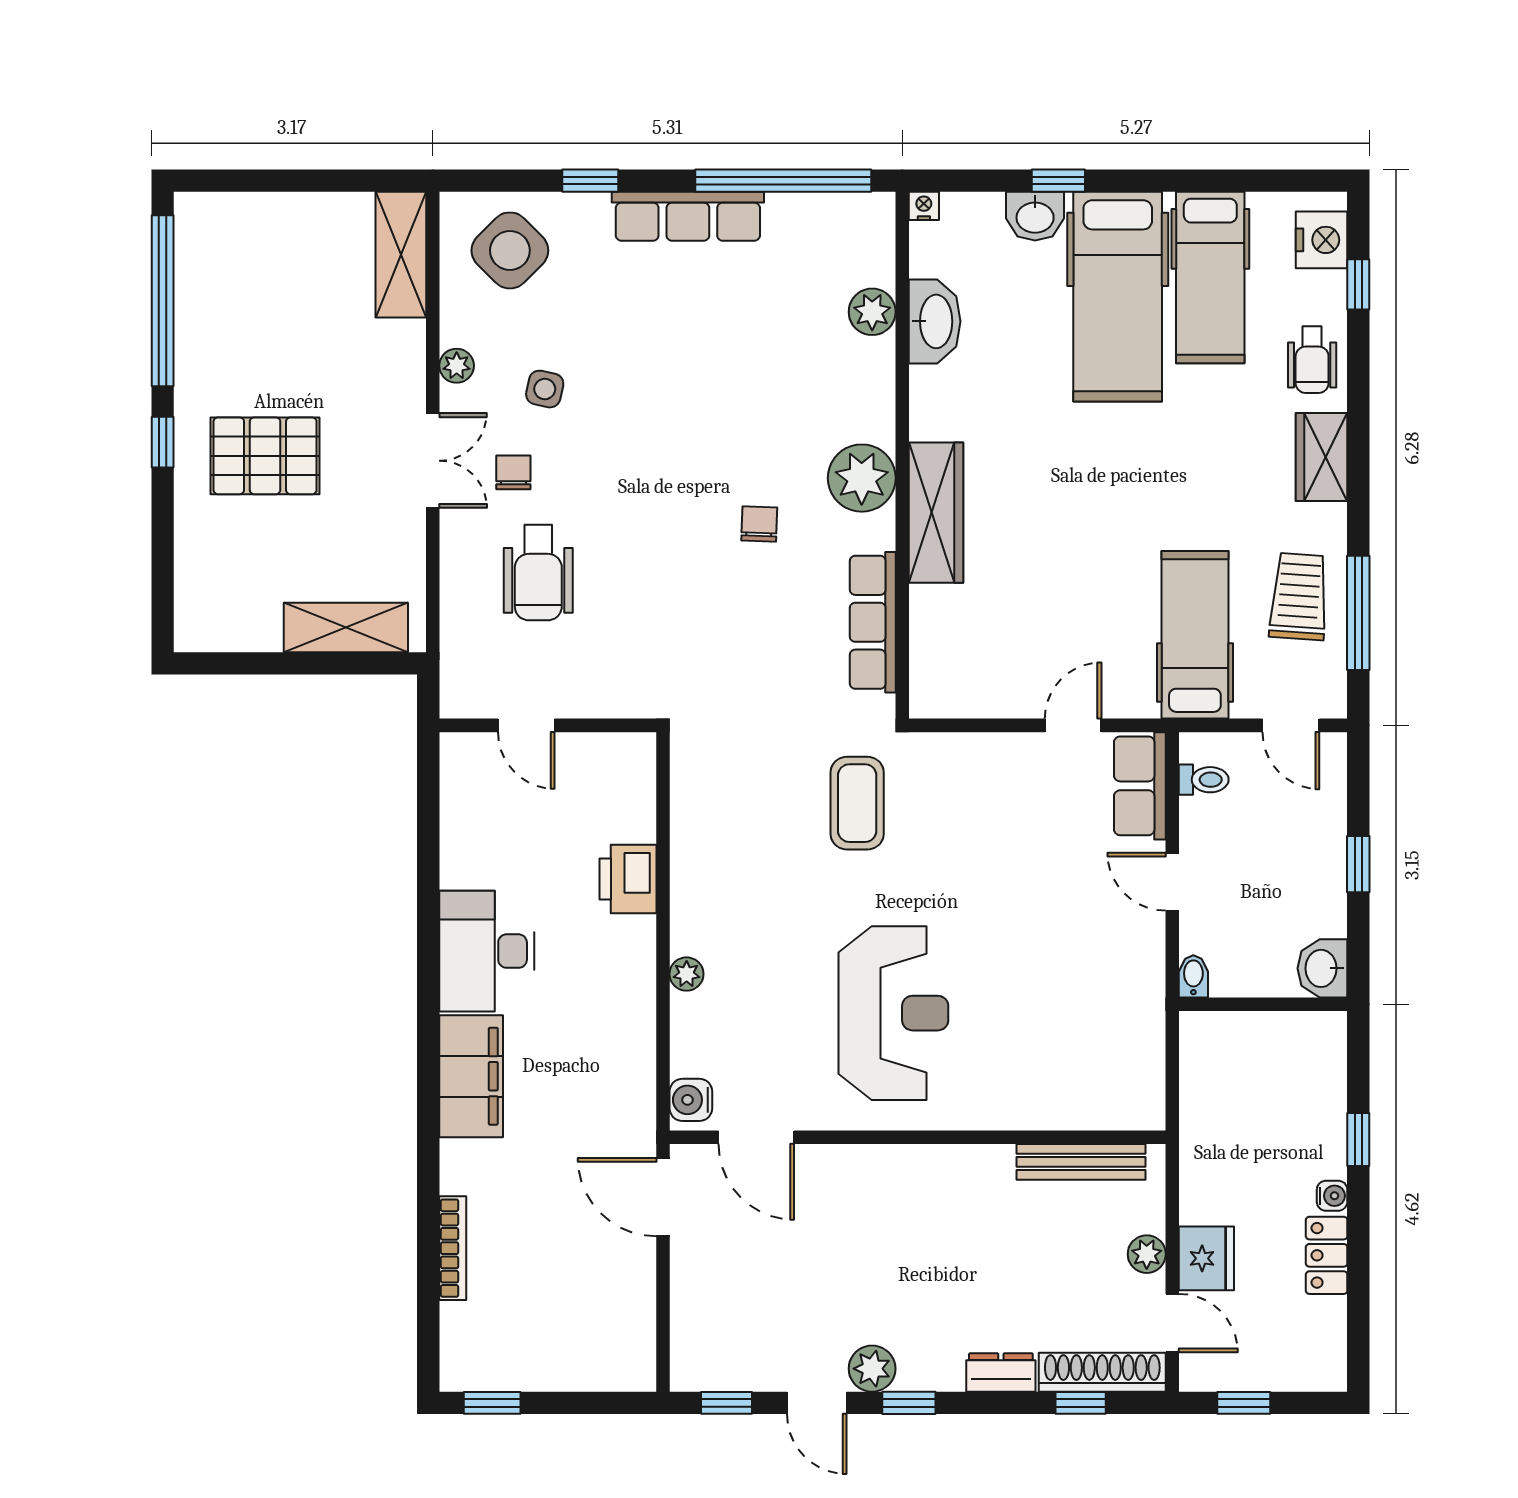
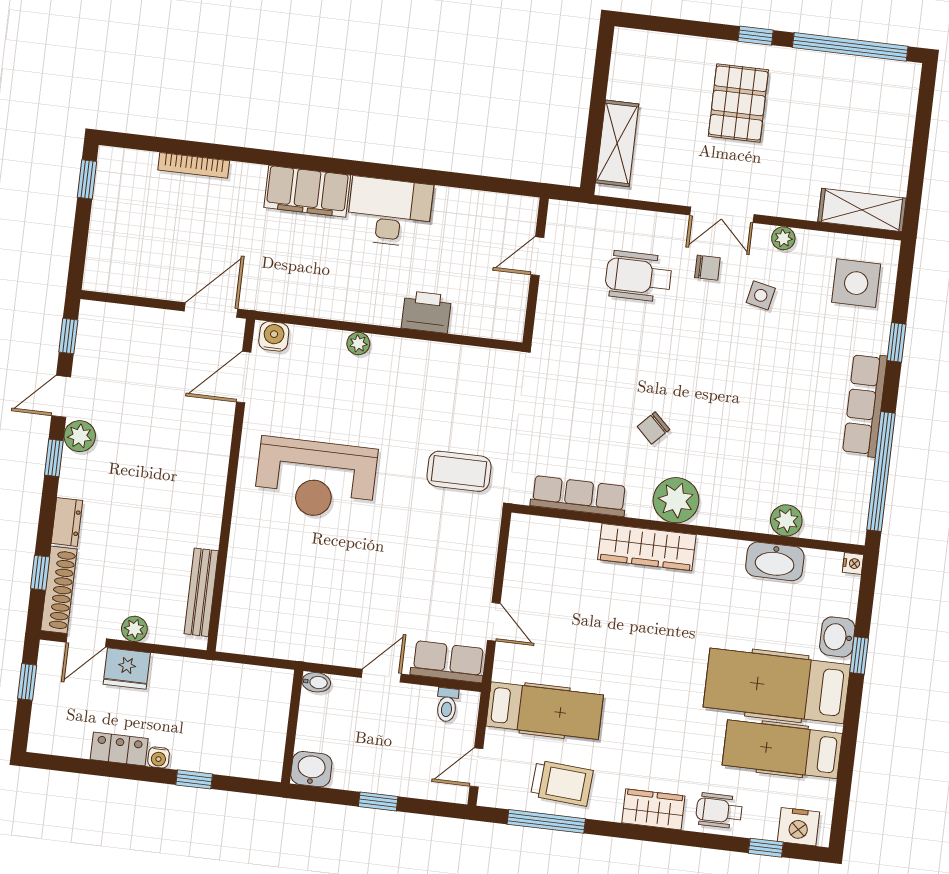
side table: (510, 250) -> (856, 283), turned 45
chair: (759, 524) -> (653, 428), turned 132

